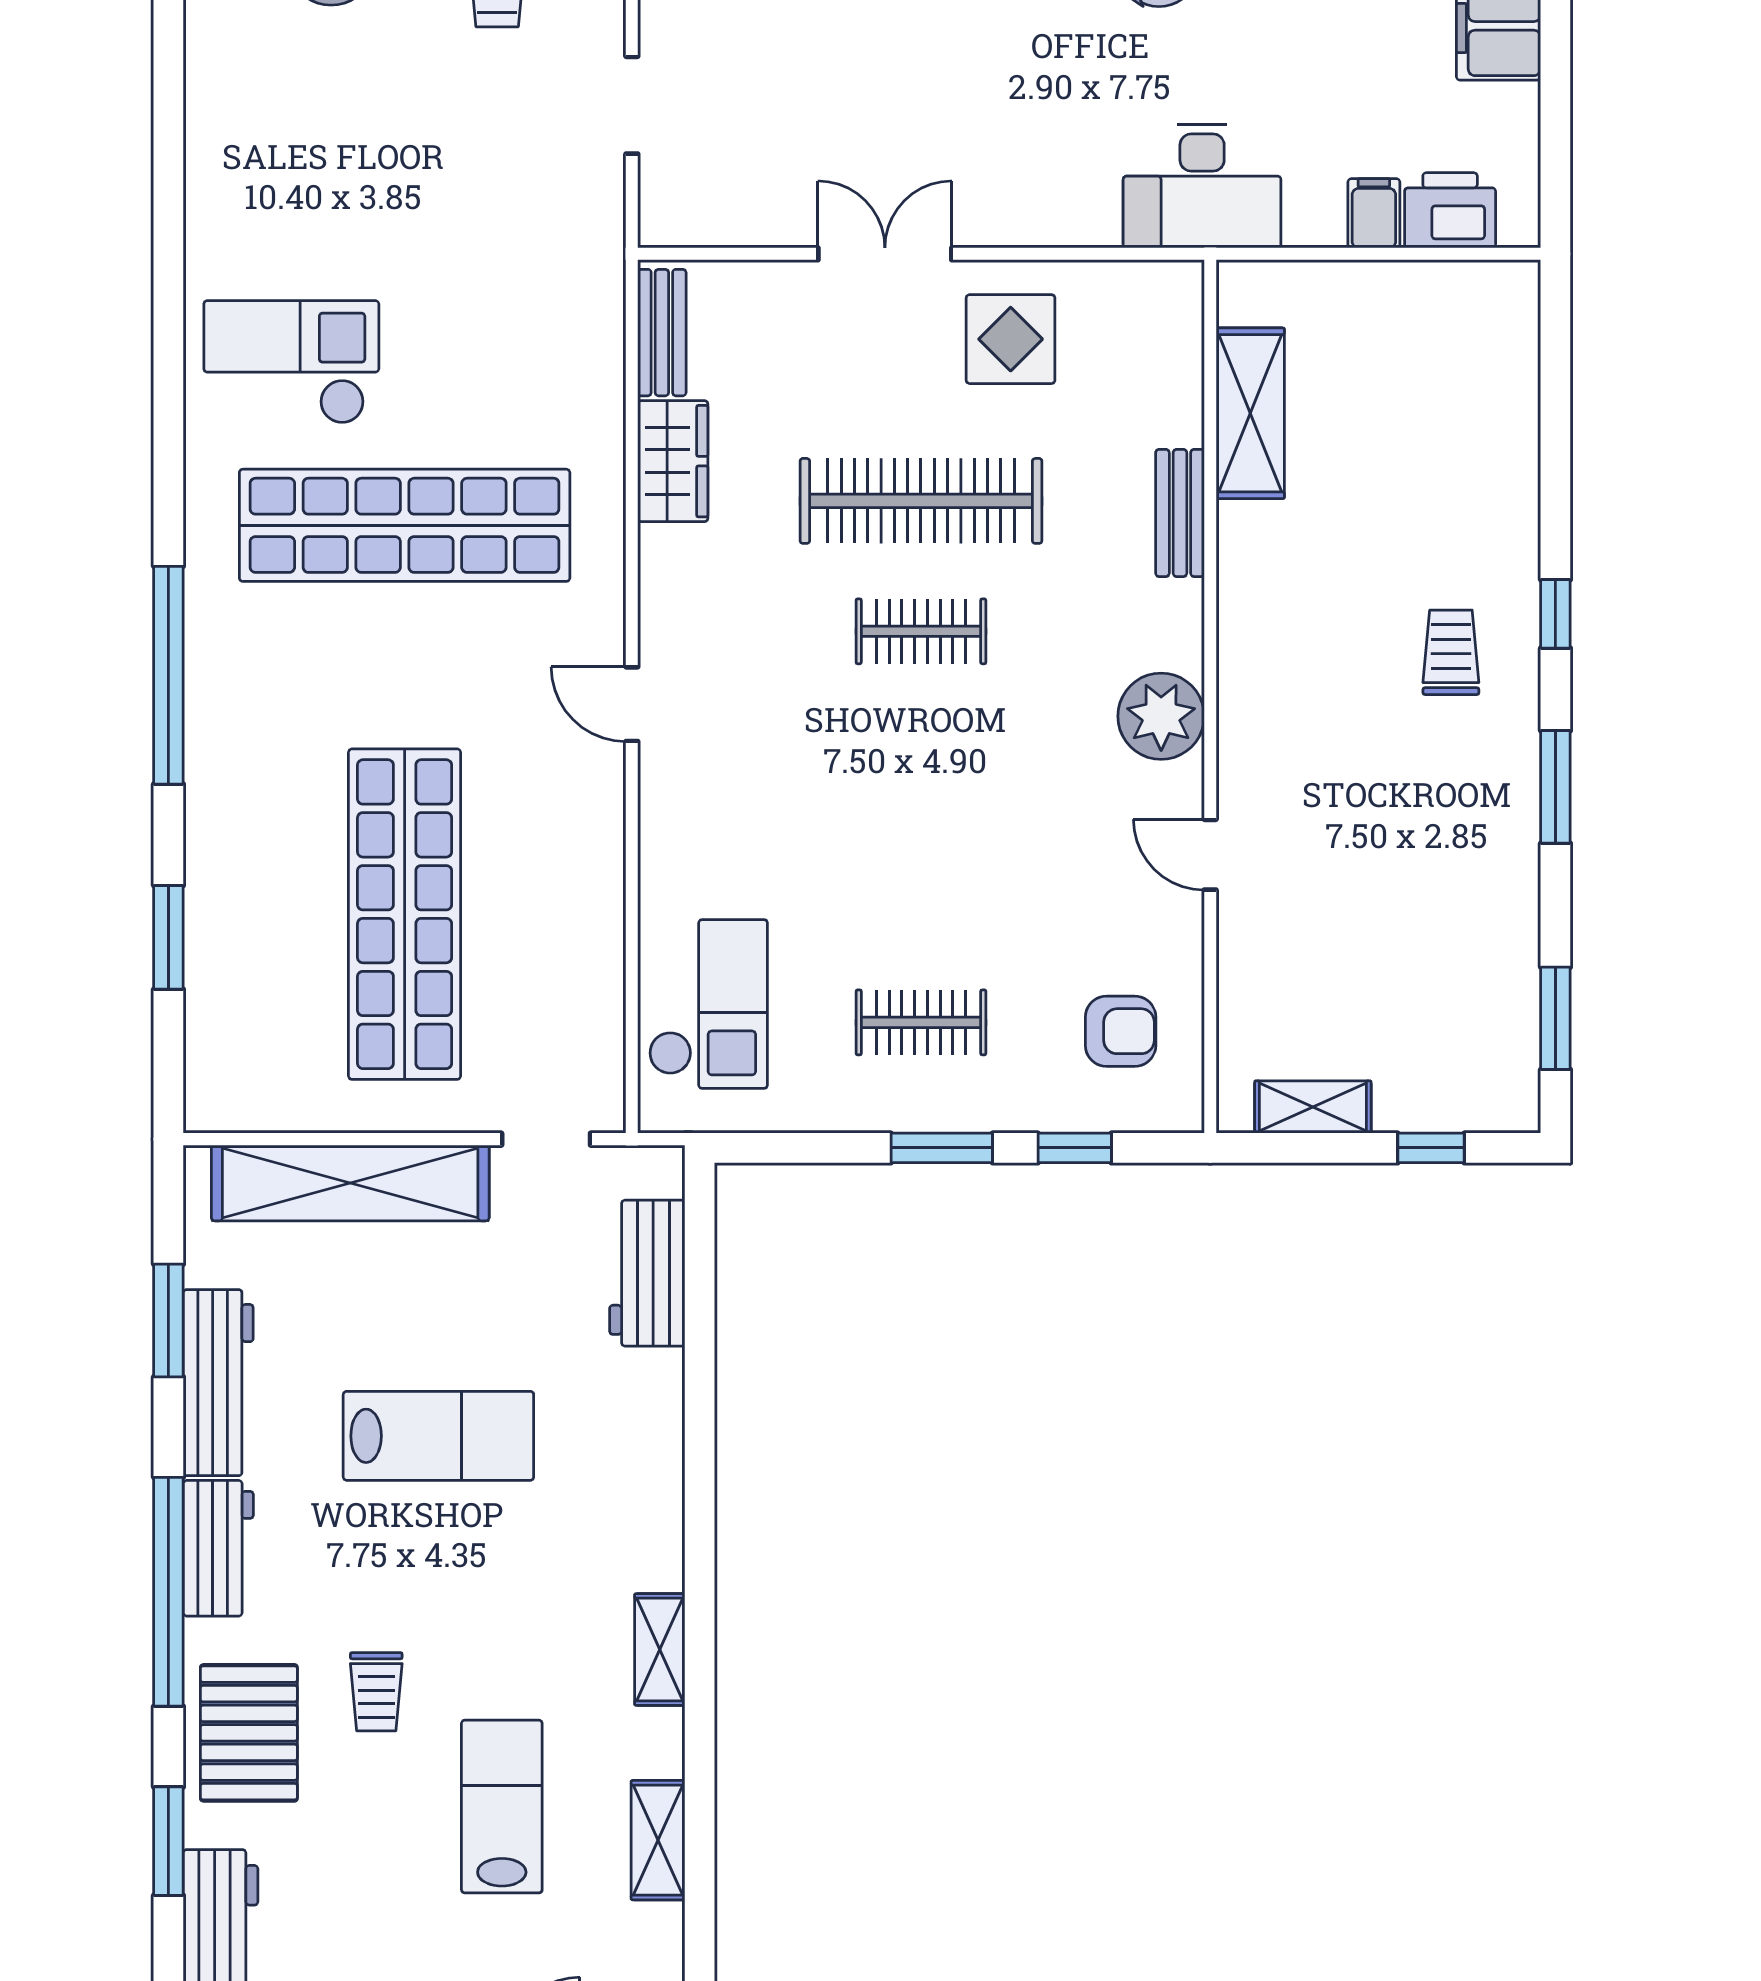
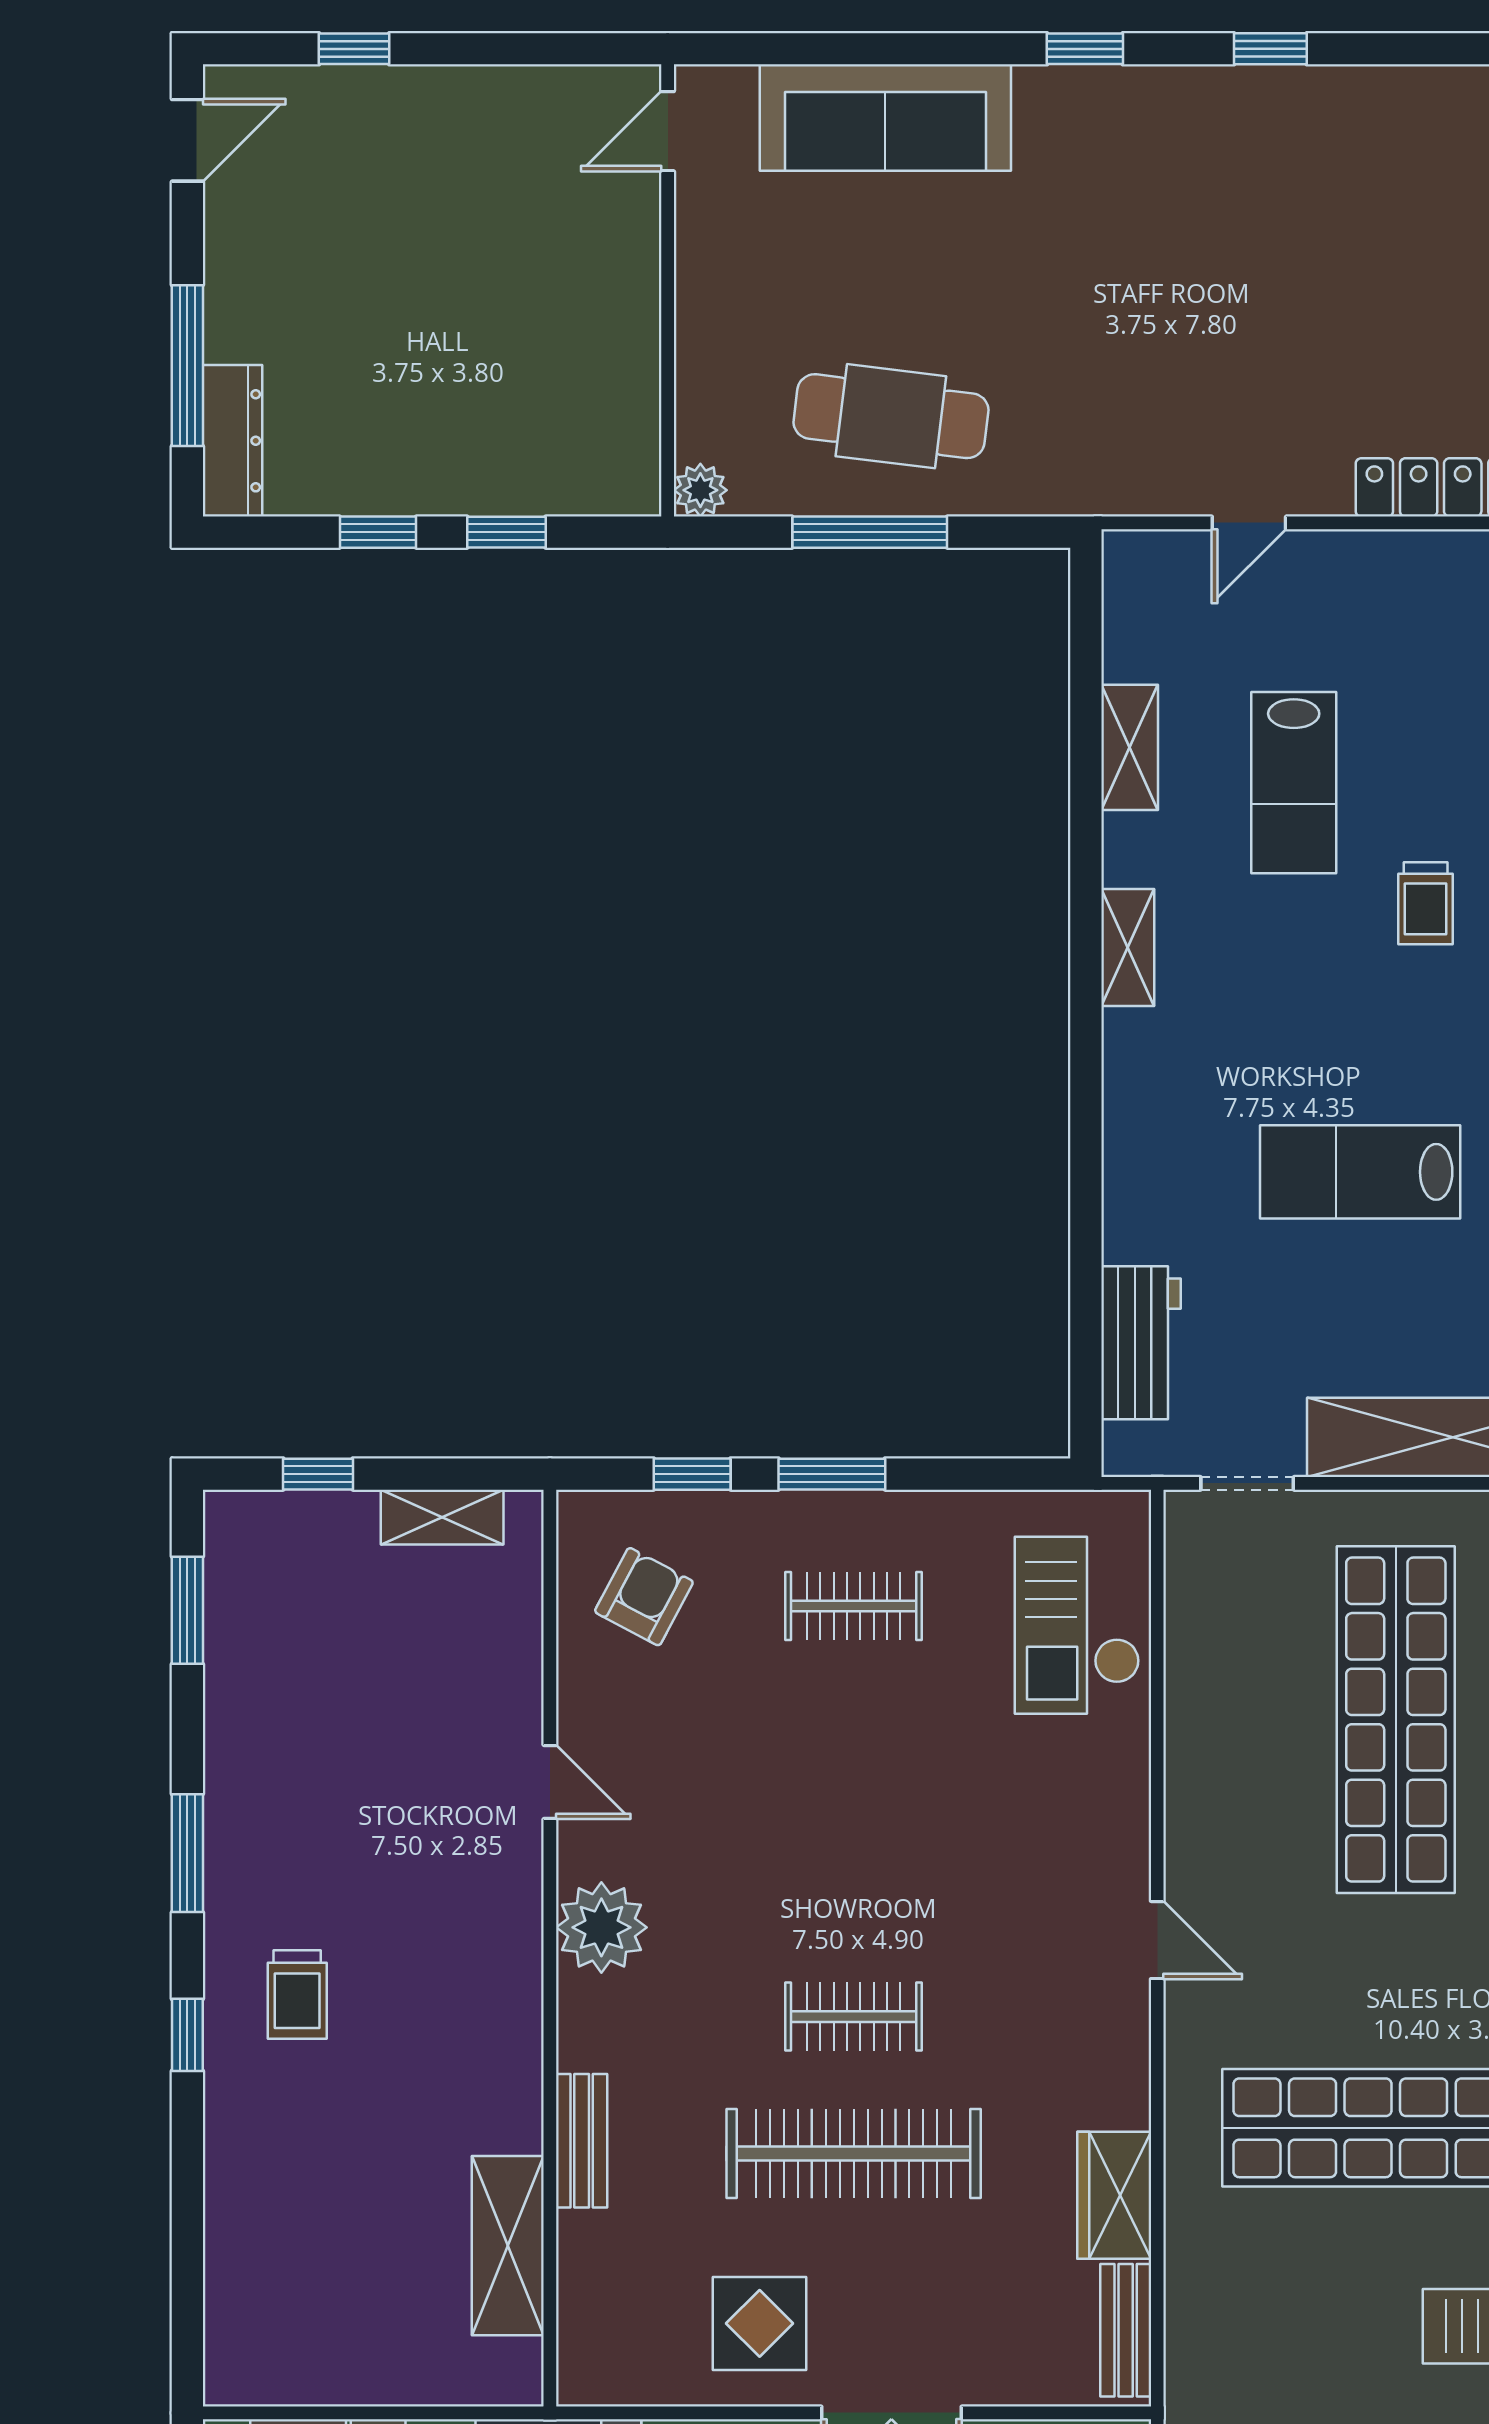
armchair: (1121, 1031) -> (644, 1597), turned 118
trolley: (376, 1692) -> (1426, 903), turned 180

